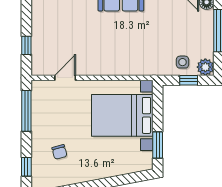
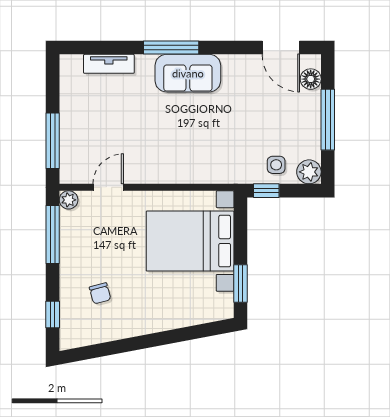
window: (26, 45) -> (53, 141), width x2.17
window: (189, 80) -> (266, 191), moved
plant: (37, 87) -> (69, 200), added

